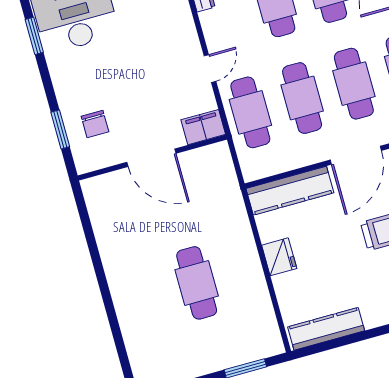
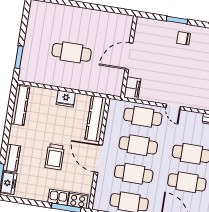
chair: (95, 124) -> (184, 38), moved
filing cabinet: (203, 127) -> (132, 88), moved
wall: (152, 157) -> (129, 57), moved
door: (151, 158) -> (129, 56), moved

